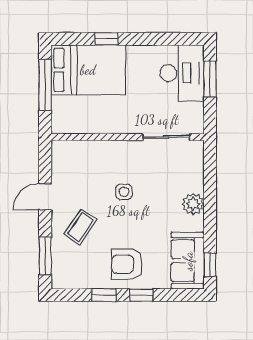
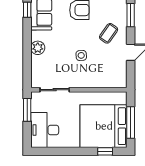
window: (106, 39) -> (105, 151), moved
bed: (88, 70) -> (104, 126), width x1.36
window: (210, 79) -> (27, 110), moved

